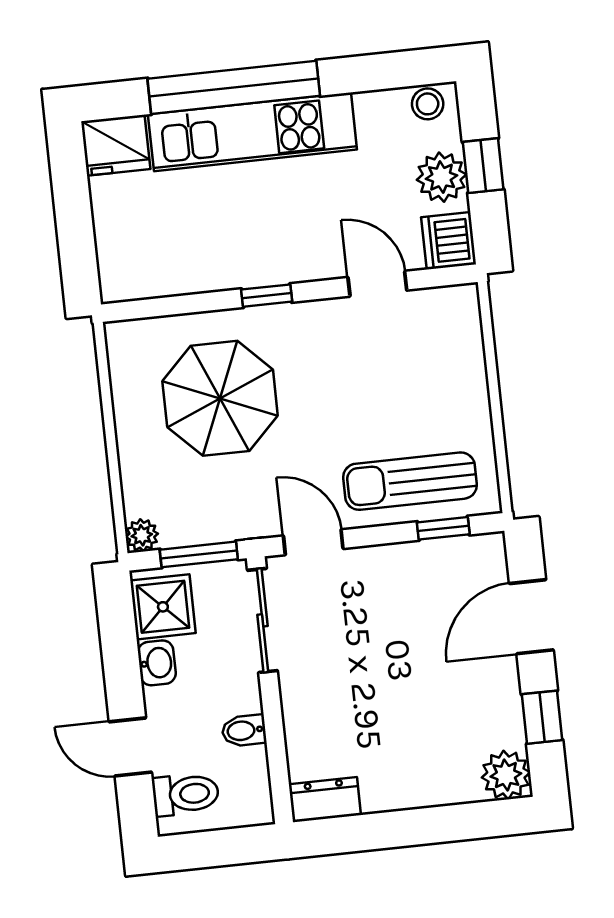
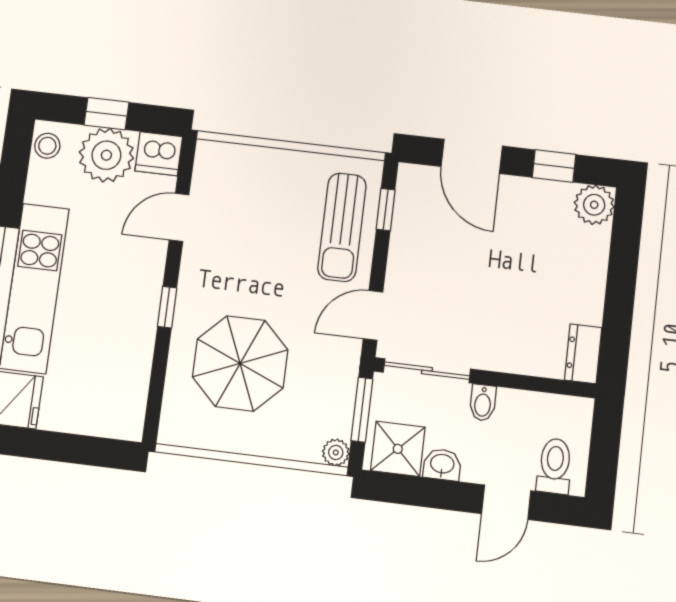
plant: (442, 177) -> (106, 155), width x1.36, depth x1.36
bidet: (244, 731) -> (483, 403), moved

